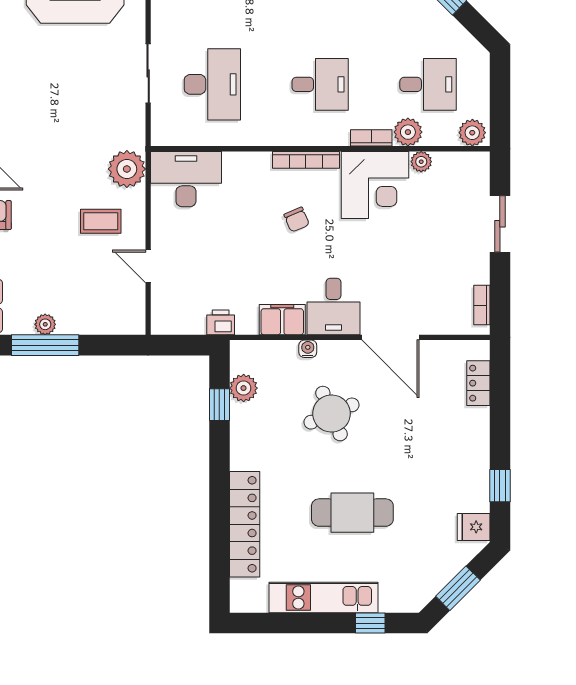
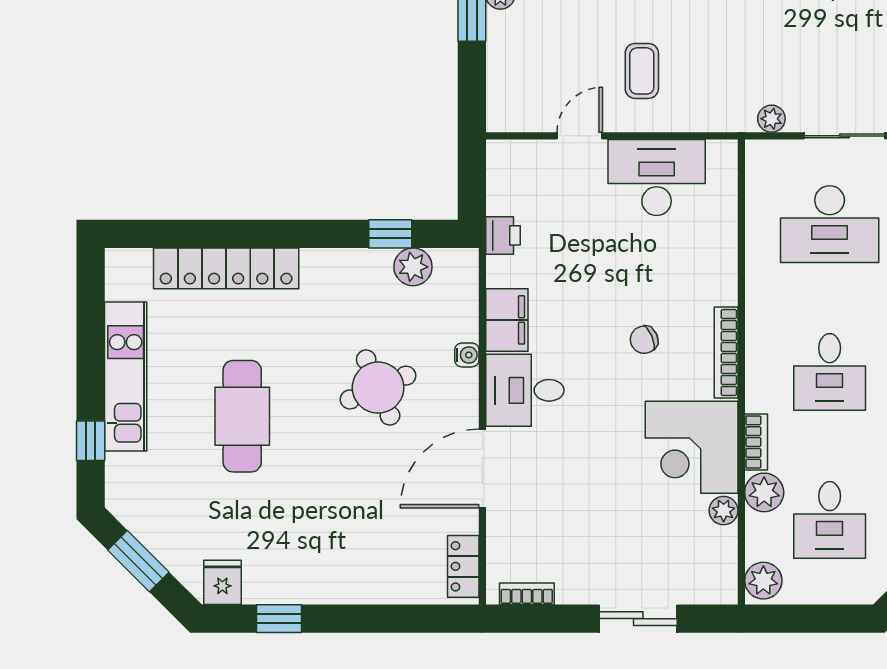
plant: (127, 169) -> (771, 119), moved, width x0.53, depth x0.53
desk: (186, 179) -> (657, 177), moved, turned -90
locker: (478, 383) -> (463, 566), moved, turned -90

